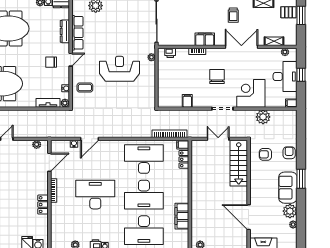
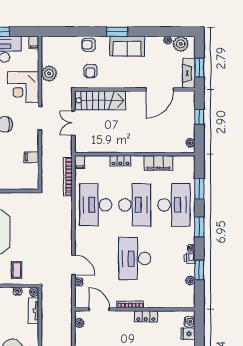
locker: (184, 159) -> (120, 161), moved
plant: (290, 211) -> (181, 44), moved

